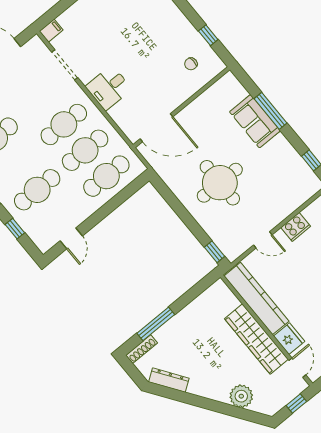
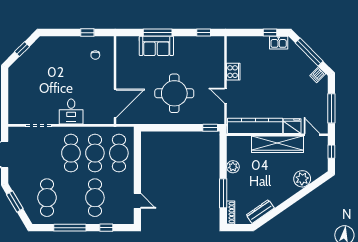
filing cabinet: (51, 31) -> (13, 117), removed
door: (263, 240) -> (226, 96), swing flipped
plant: (193, 311) -> (233, 167), added

